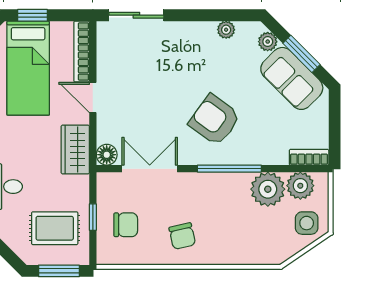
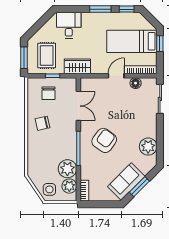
plant: (226, 30) -> (148, 147), width x1.88, depth x1.88
plant: (268, 42) -> (146, 169), removed
wardrobe: (75, 149) -> (77, 66), moved
floor lamp: (107, 155) -> (136, 83), moved

